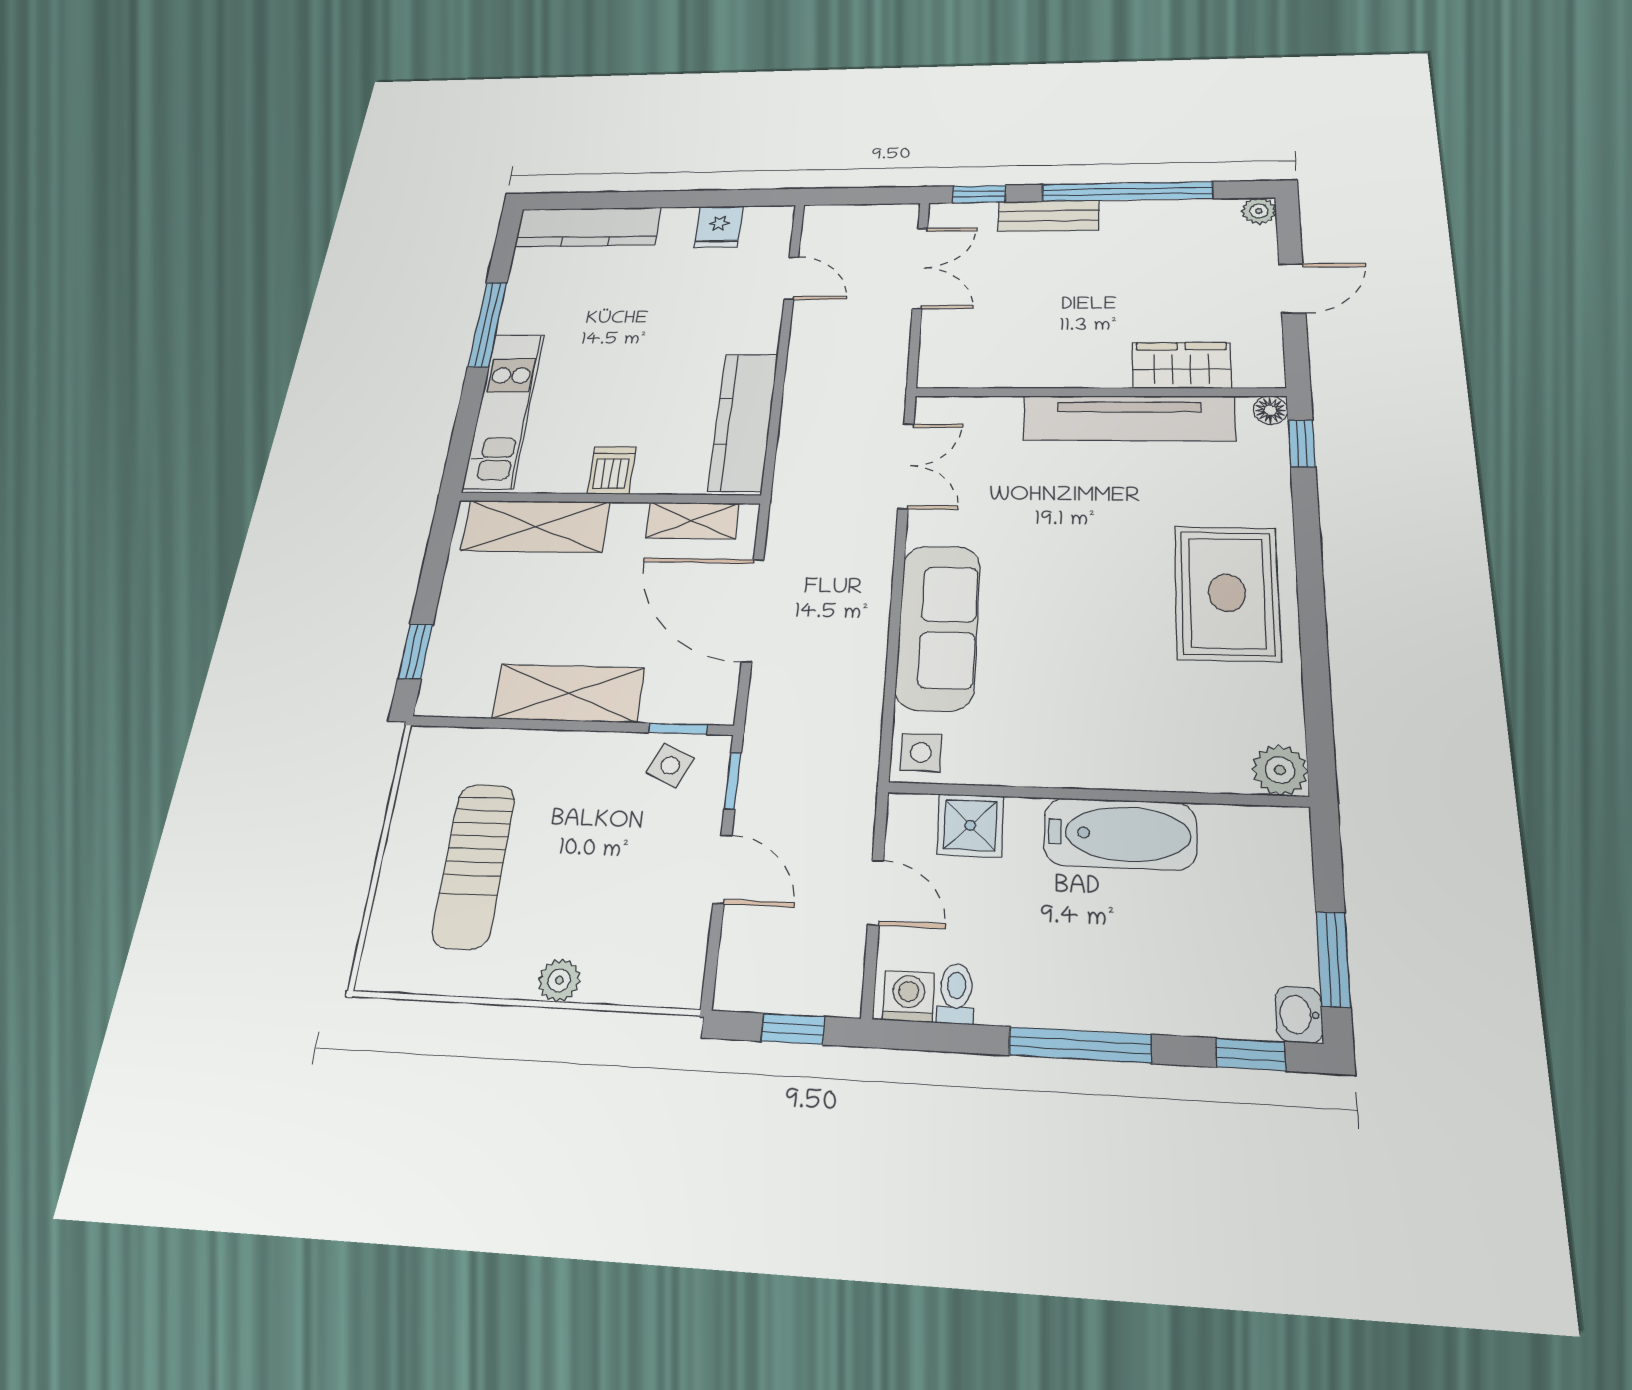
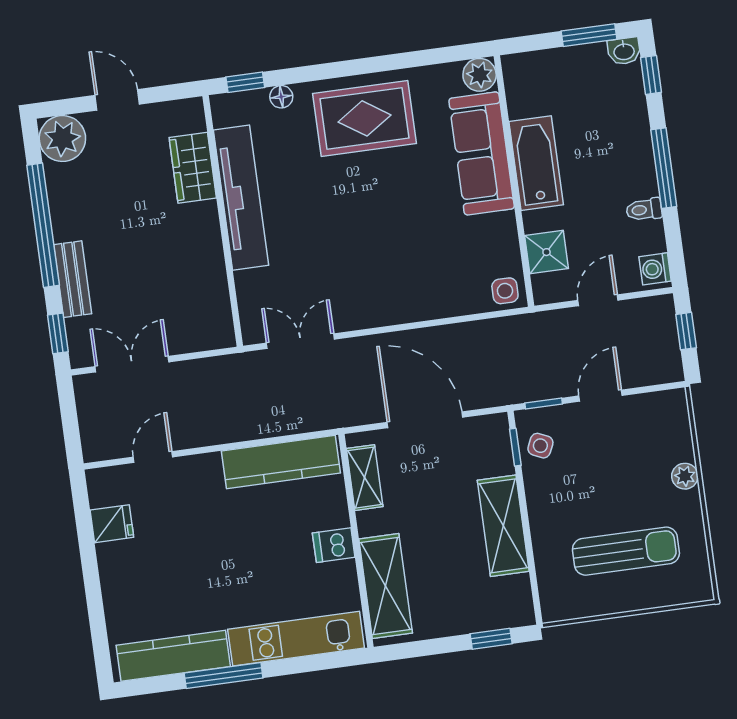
plant: (1259, 211) -> (62, 139), width x1.88, depth x1.88
kitchen counter: (588, 227) -> (173, 656), moved, turned -90
floor lamp: (1270, 410) -> (281, 97), moved
door: (753, 610) -> (425, 420), swing flipped
sofa: (938, 627) -> (482, 154), moved, turned -90
toilet: (956, 994) -> (644, 210), moved

